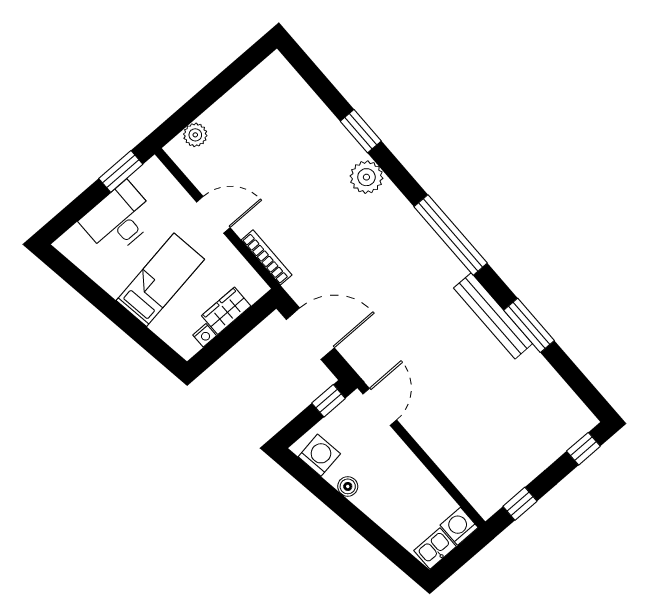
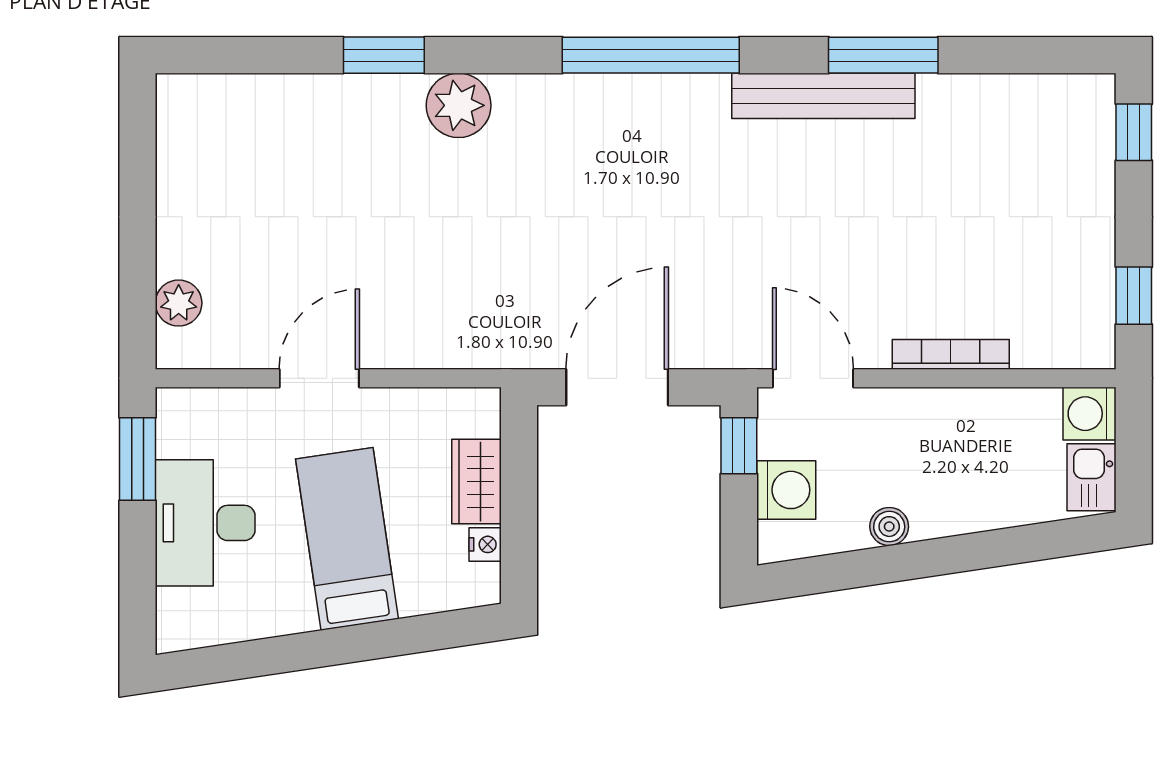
bookcase: (267, 257) -> (951, 354), moved
washing machine: (319, 455) -> (786, 490), moved, turned 98

